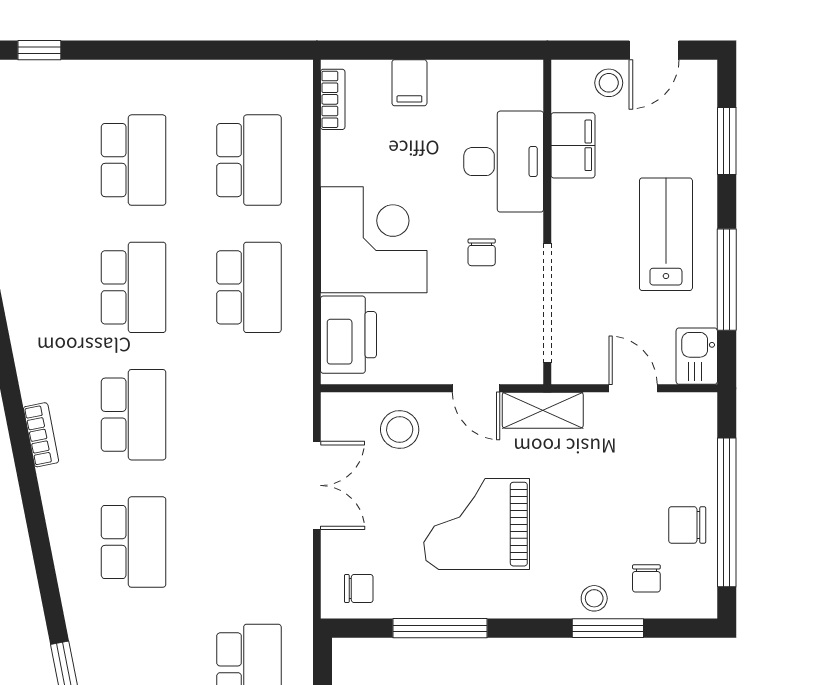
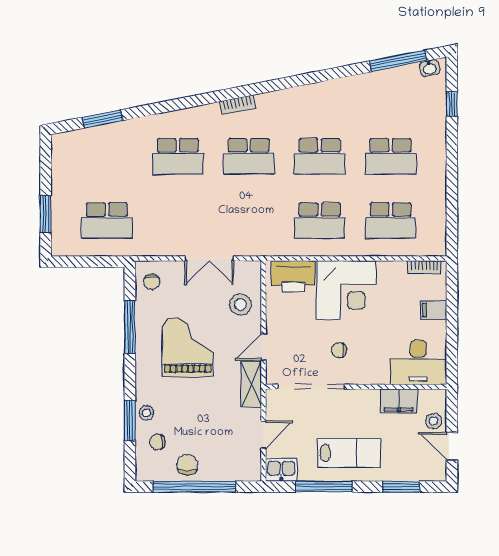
desk: (504, 162) -> (418, 363), moved

